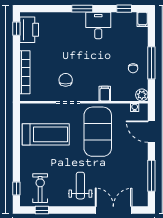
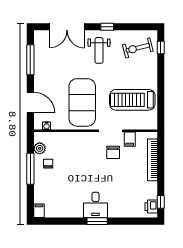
window: (124, 9) -> (57, 221), removed
desk: (98, 26) -> (96, 205), moved
printer: (29, 30) -> (151, 207), width x0.53, depth x0.68
filing cabinet: (105, 94) -> (130, 139), moved
plant: (142, 95) -> (40, 148), moved
exercise bike: (40, 188) -> (138, 48), turned 76
window: (42, 210) -> (107, 27), moved

